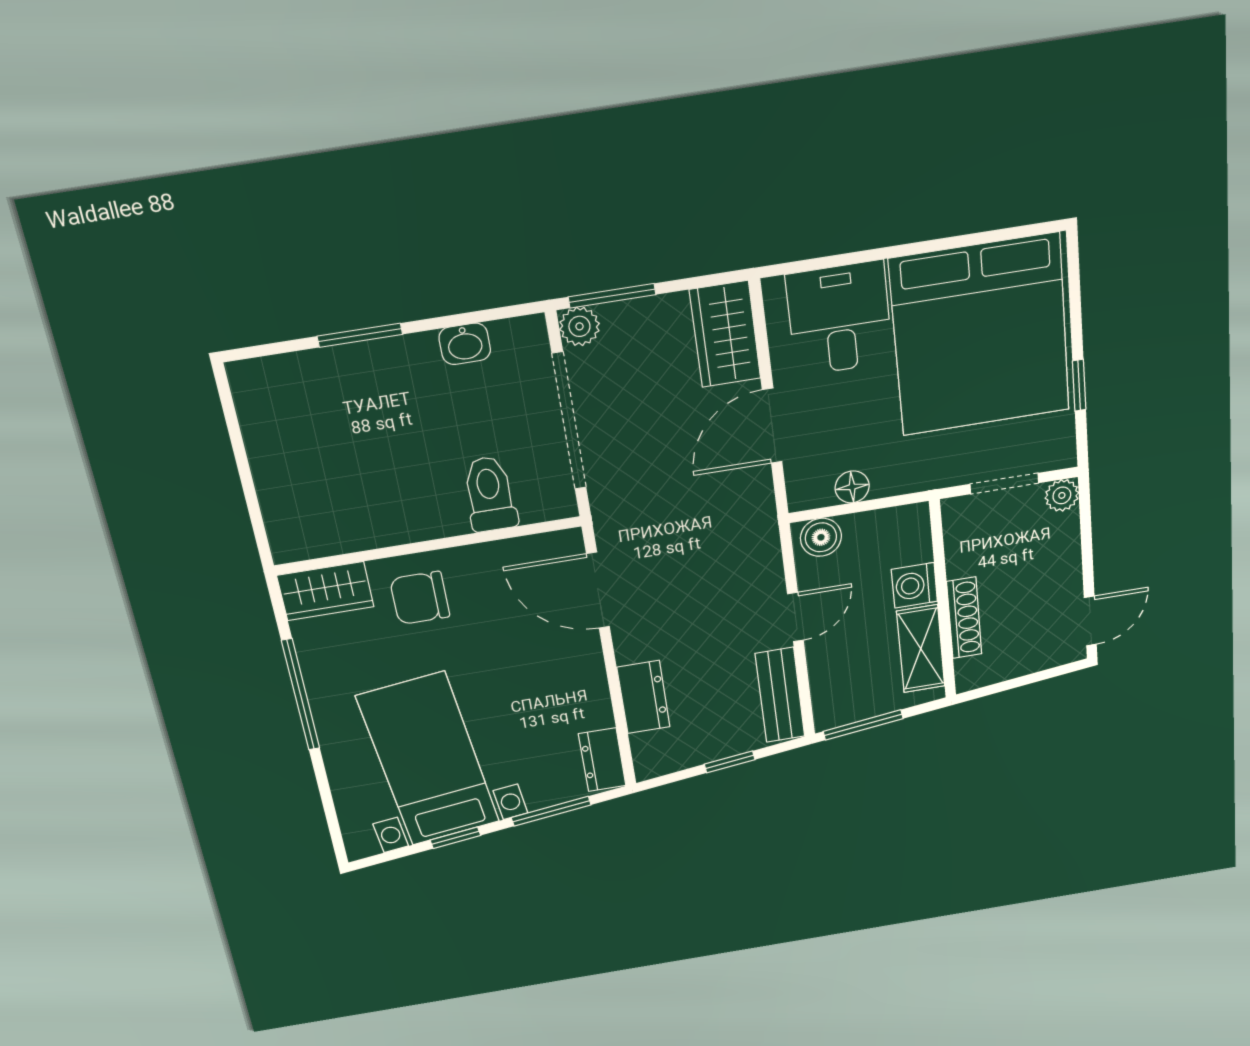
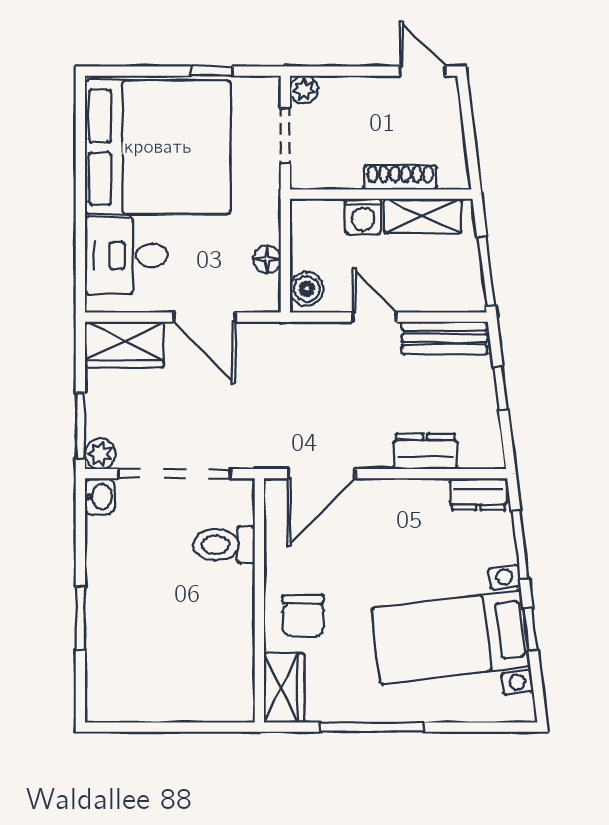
washbasin: (465, 344) -> (100, 497), moved

